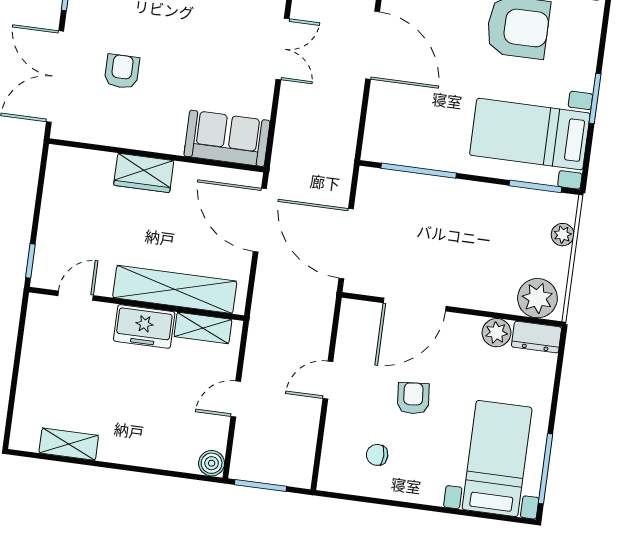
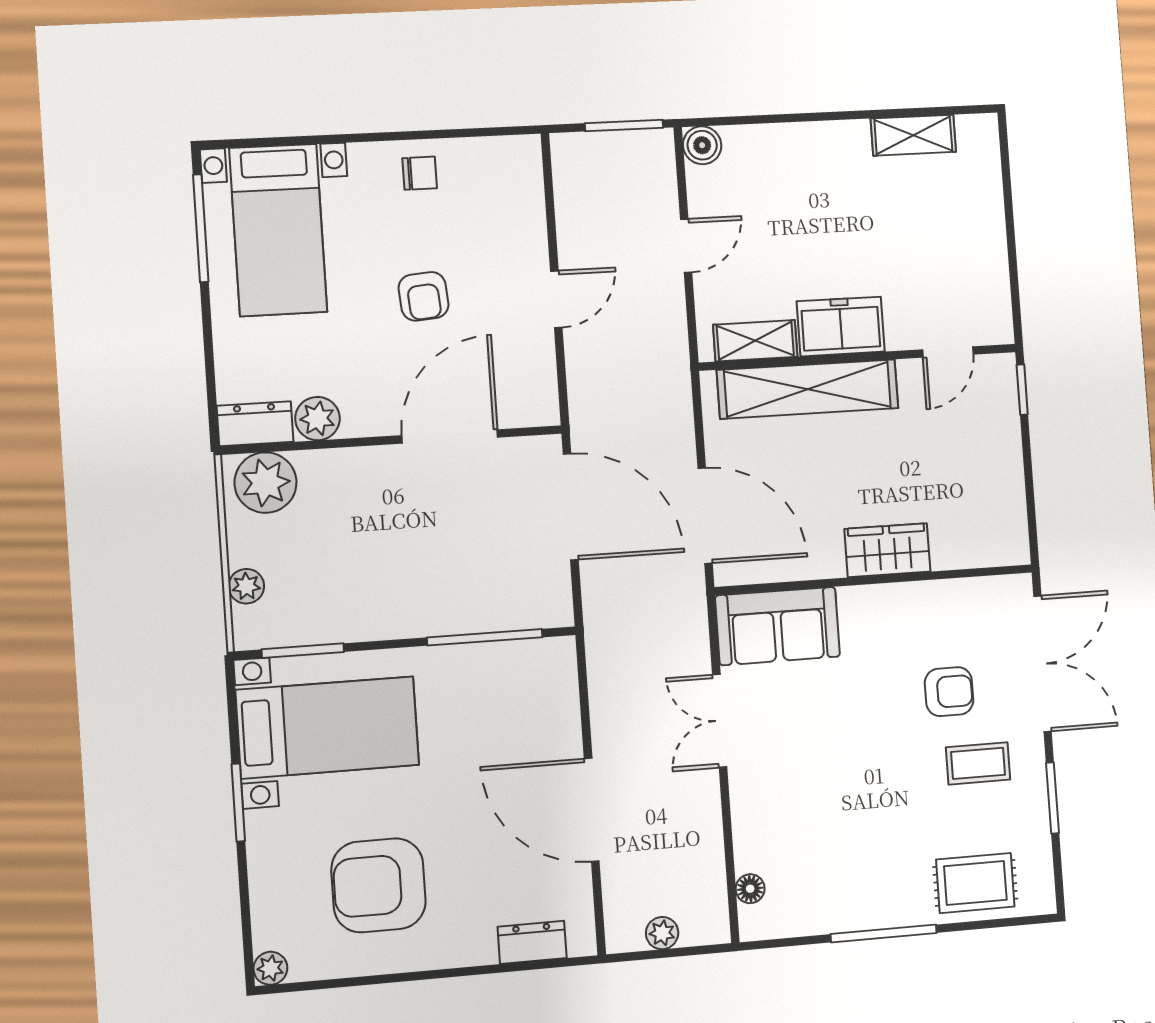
coffee table: (112, 20) -> (978, 763), added
double door: (283, 49) -> (720, 721), moved
armchair: (122, 71) -> (949, 692), turned -90
chair: (377, 455) -> (420, 173), moved

